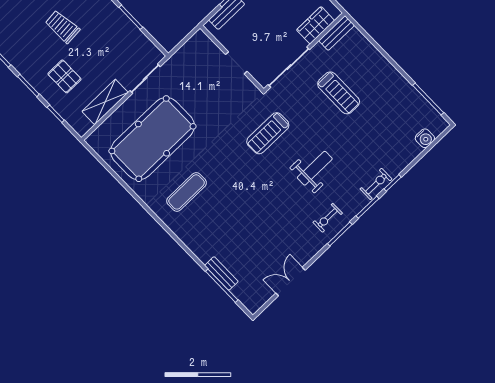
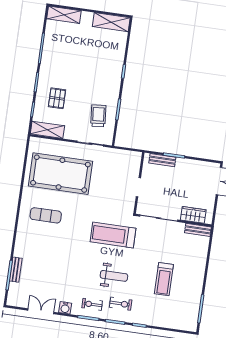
trolley: (62, 27) -> (98, 116), moved
treadmill: (339, 93) -> (164, 279), moved
shelving: (105, 102) -> (47, 130), moved
treadmill: (268, 133) -> (113, 235), width x1.37, depth x1.38
water cooler: (425, 138) -> (65, 308), moved
exercise bike: (376, 184) -> (121, 304), moved

